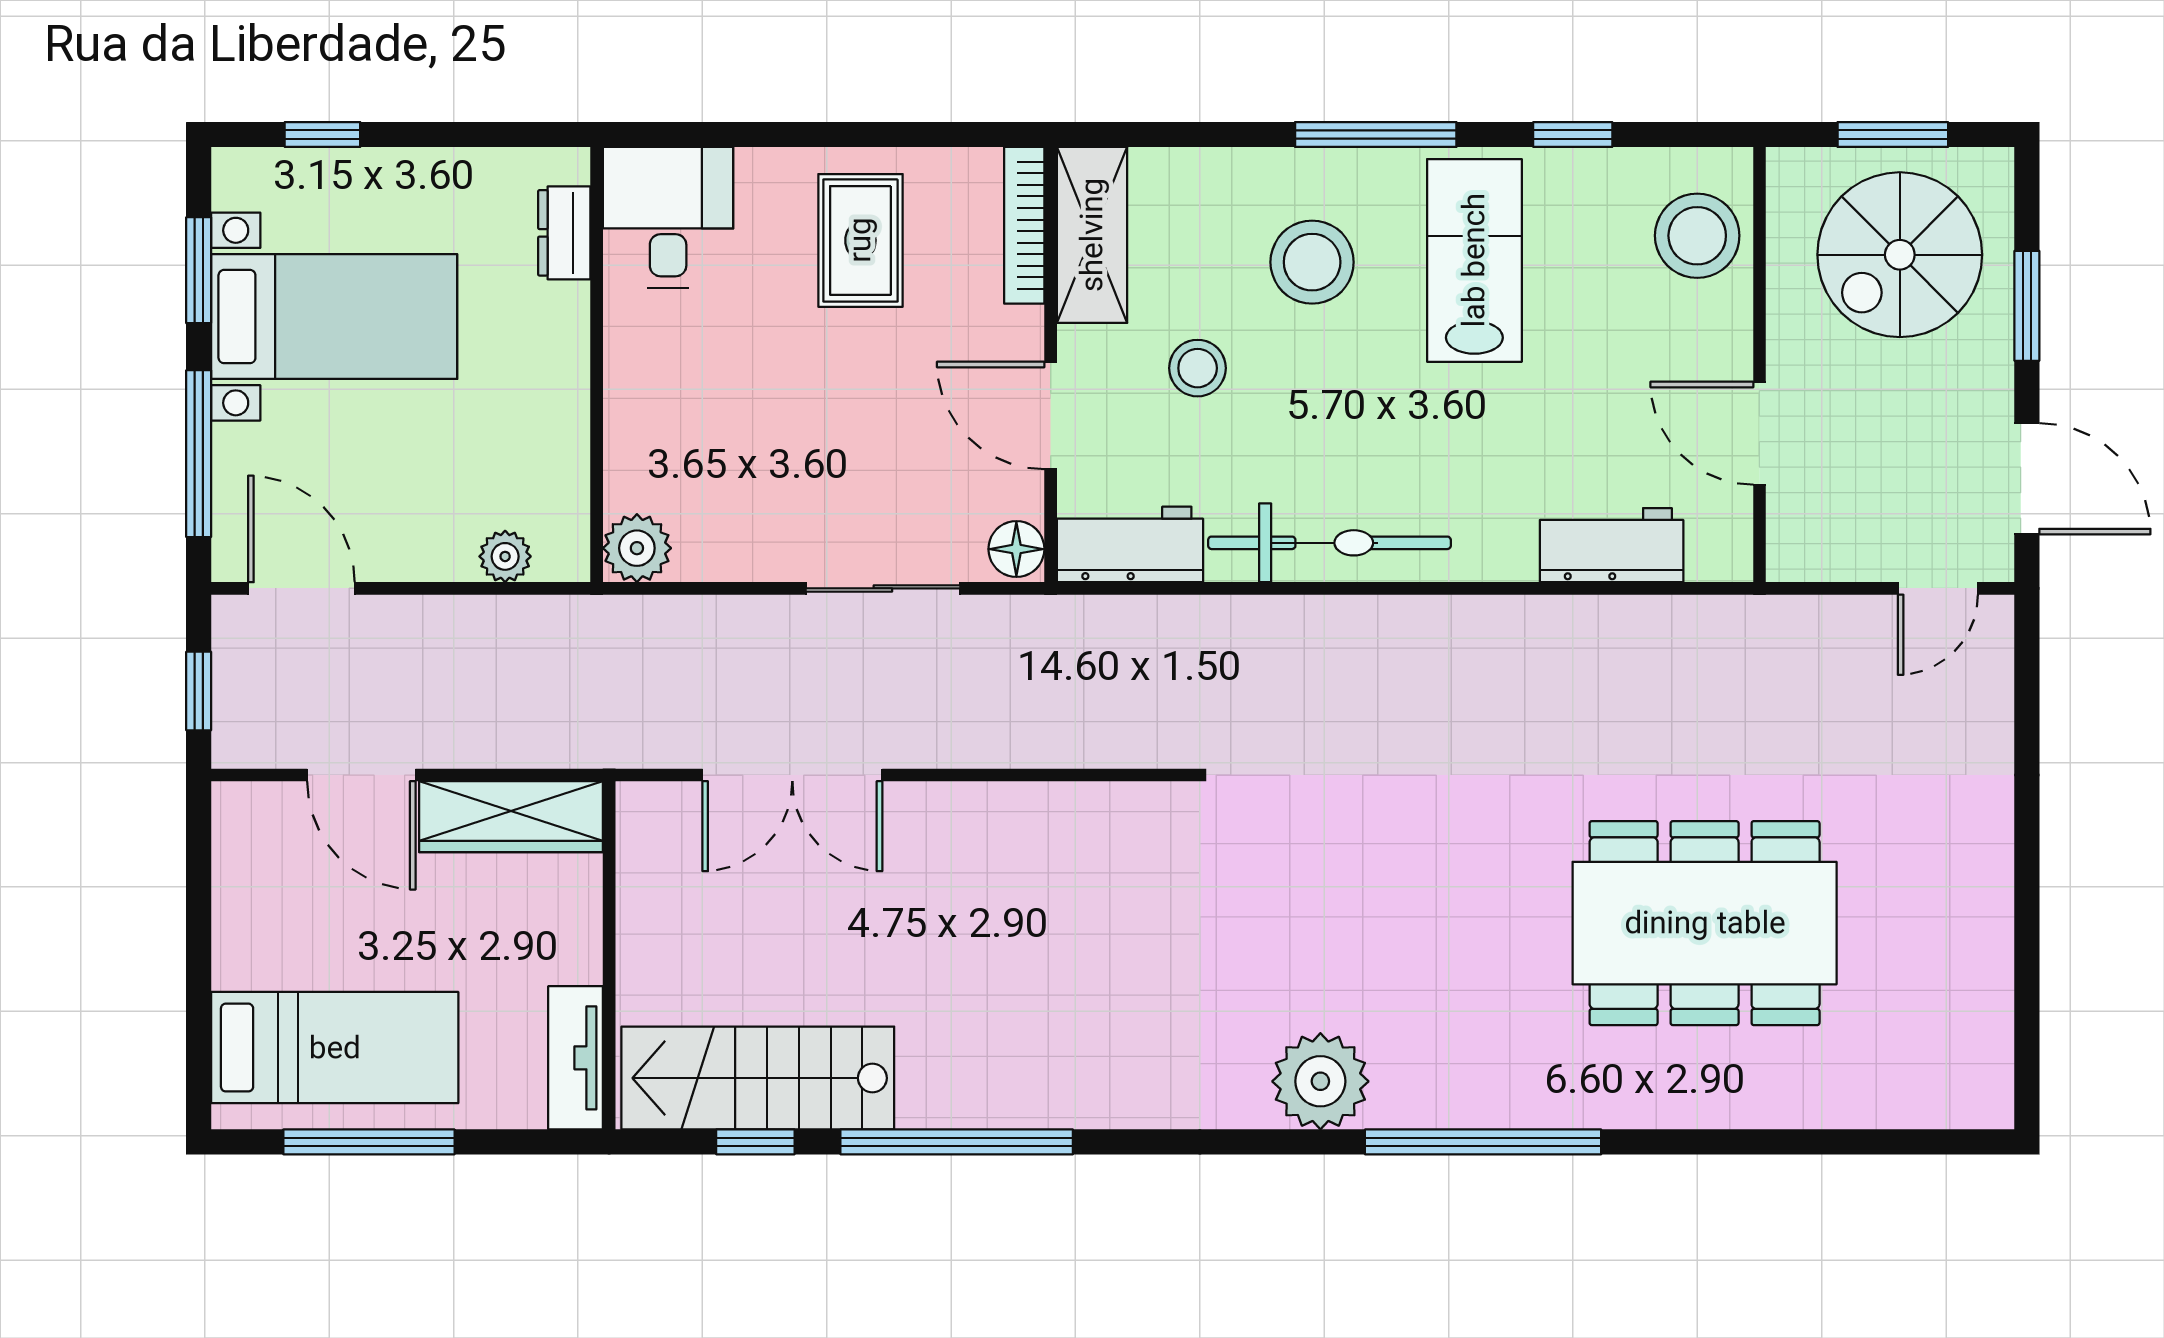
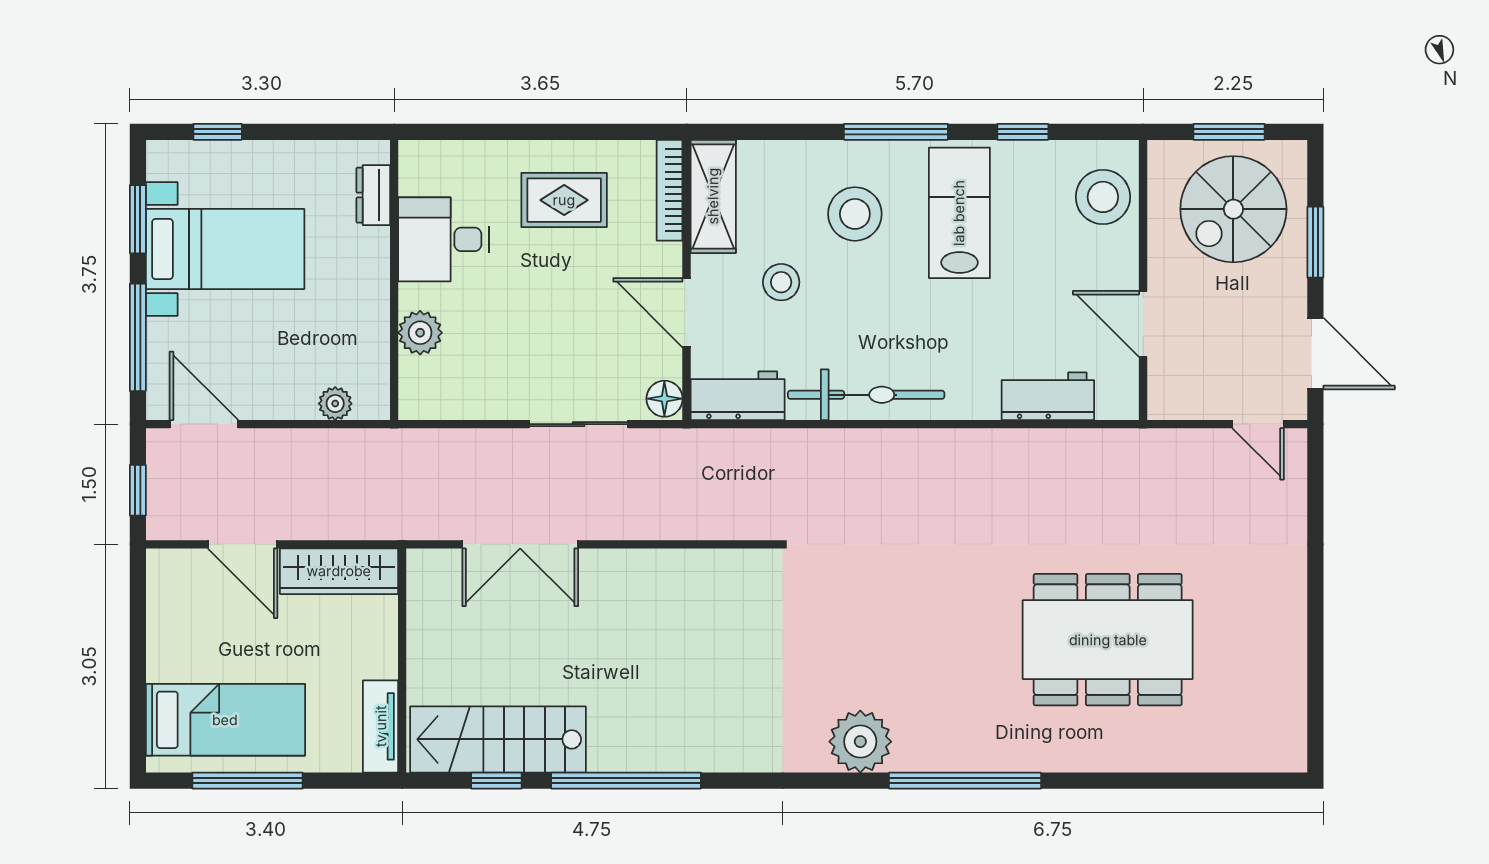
desk: (668, 217) -> (443, 239), moved, turned -90
rug: (860, 240) -> (564, 200), turned 90
plant: (637, 548) -> (420, 333), moved
door: (1938, 588) -> (1258, 424), hinge flipped

